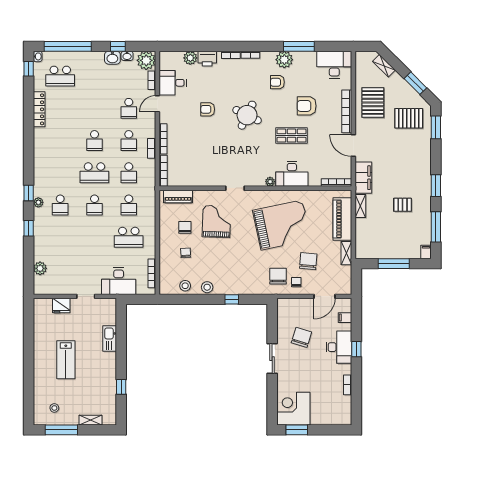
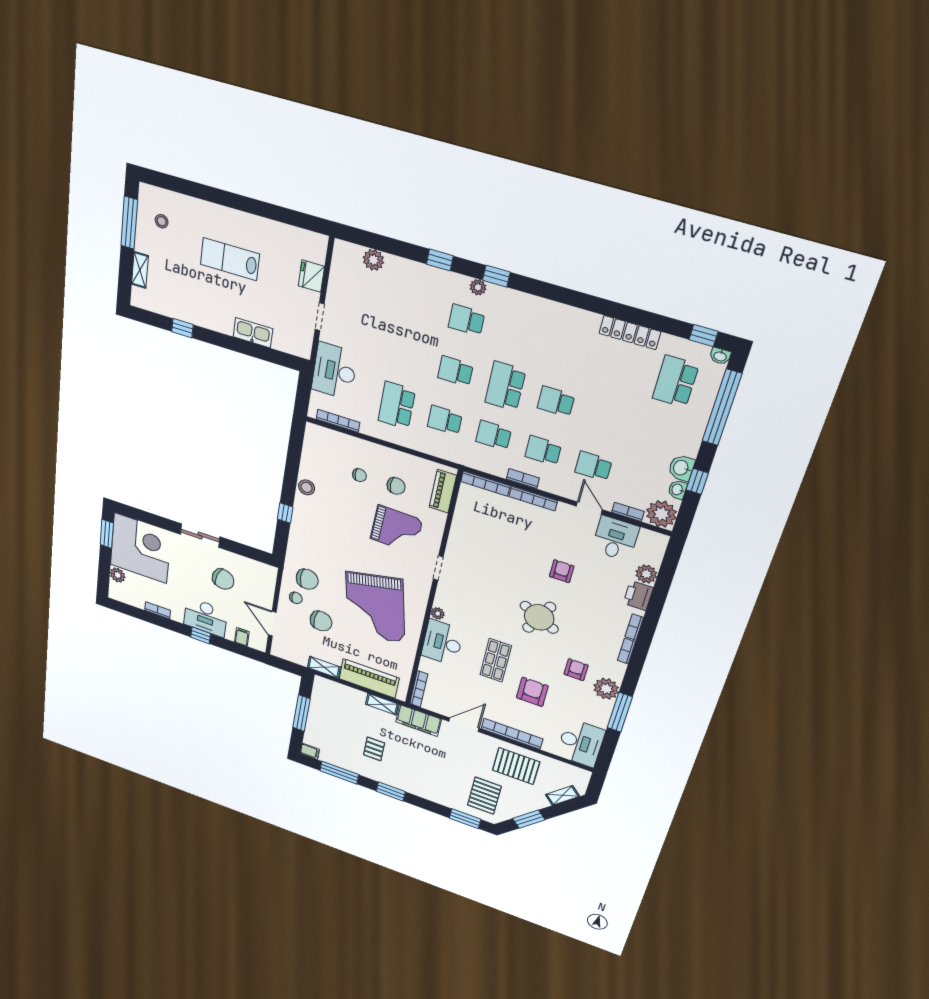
stool: (185, 286) -> (313, 460), removed
corner desk: (293, 409) -> (141, 548), width x1.36, depth x1.36
plant: (329, 419) -> (118, 575), added

